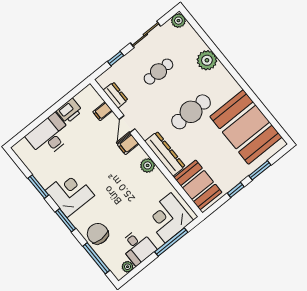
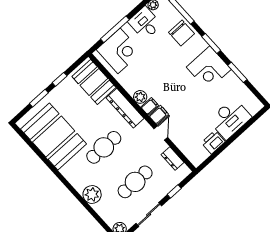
cafe table: (158, 72) -> (135, 182), width x1.37, depth x1.35
filing cabinet: (103, 111) -> (150, 106), moved

